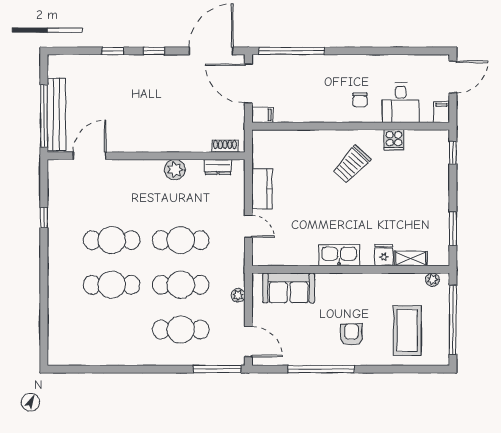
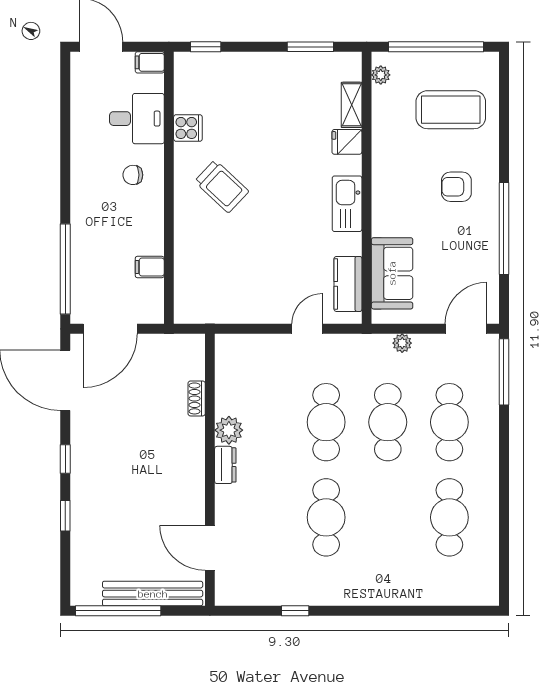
chair: (360, 100) -> (133, 175), turned 180
filing cabinet: (262, 115) -> (150, 267), moved, turned -90
window: (44, 116) -> (118, 611), moved
shoe rack: (225, 146) -> (197, 398), moved
dresser: (218, 167) -> (225, 465), moved
kitchen counter: (262, 189) -> (348, 284), moved, turned -90
cafe table: (112, 285) -> (449, 517), moved

